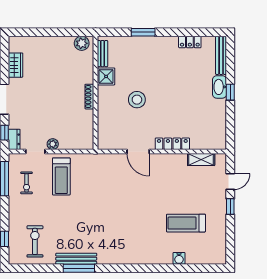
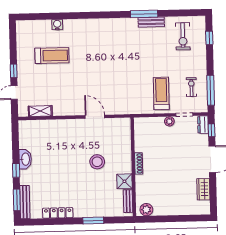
locker: (190, 42) -> (58, 213), width x1.53
window: (230, 58) -> (17, 200), added
washbasin: (220, 87) -> (25, 159), moved
locker: (172, 144) -> (65, 124), removed
bench: (76, 259) -> (151, 22), width x0.73

